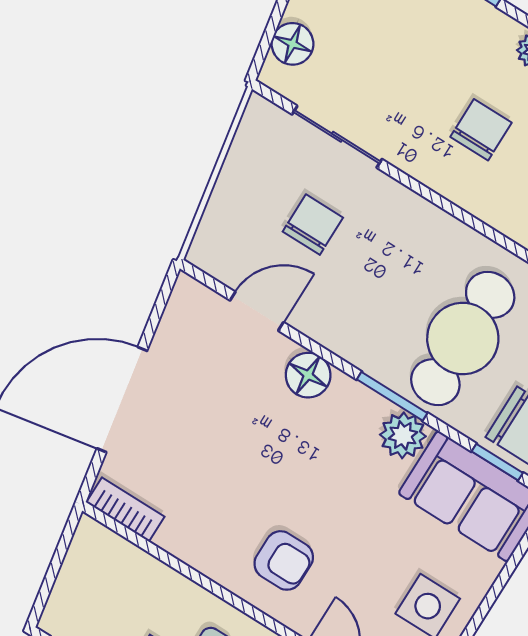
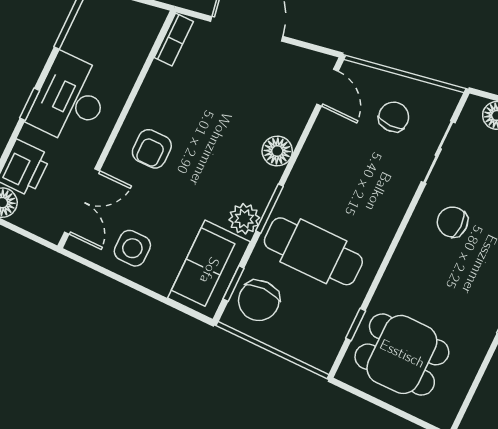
chair: (481, 130) -> (452, 222), moved, turned 180
chair: (313, 225) -> (394, 117), moved, turned -90
door: (257, 311) -> (327, 88), moved

